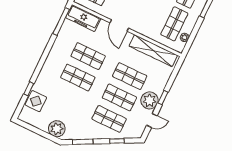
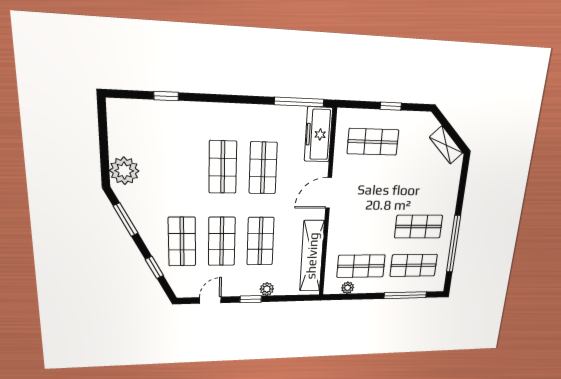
plant: (150, 100) -> (267, 289), moved, width x0.53, depth x0.53
display table: (36, 101) -> (152, 117), removed
door: (152, 121) -> (210, 300), swing flipped

